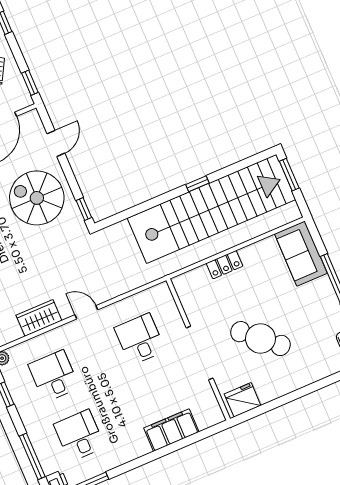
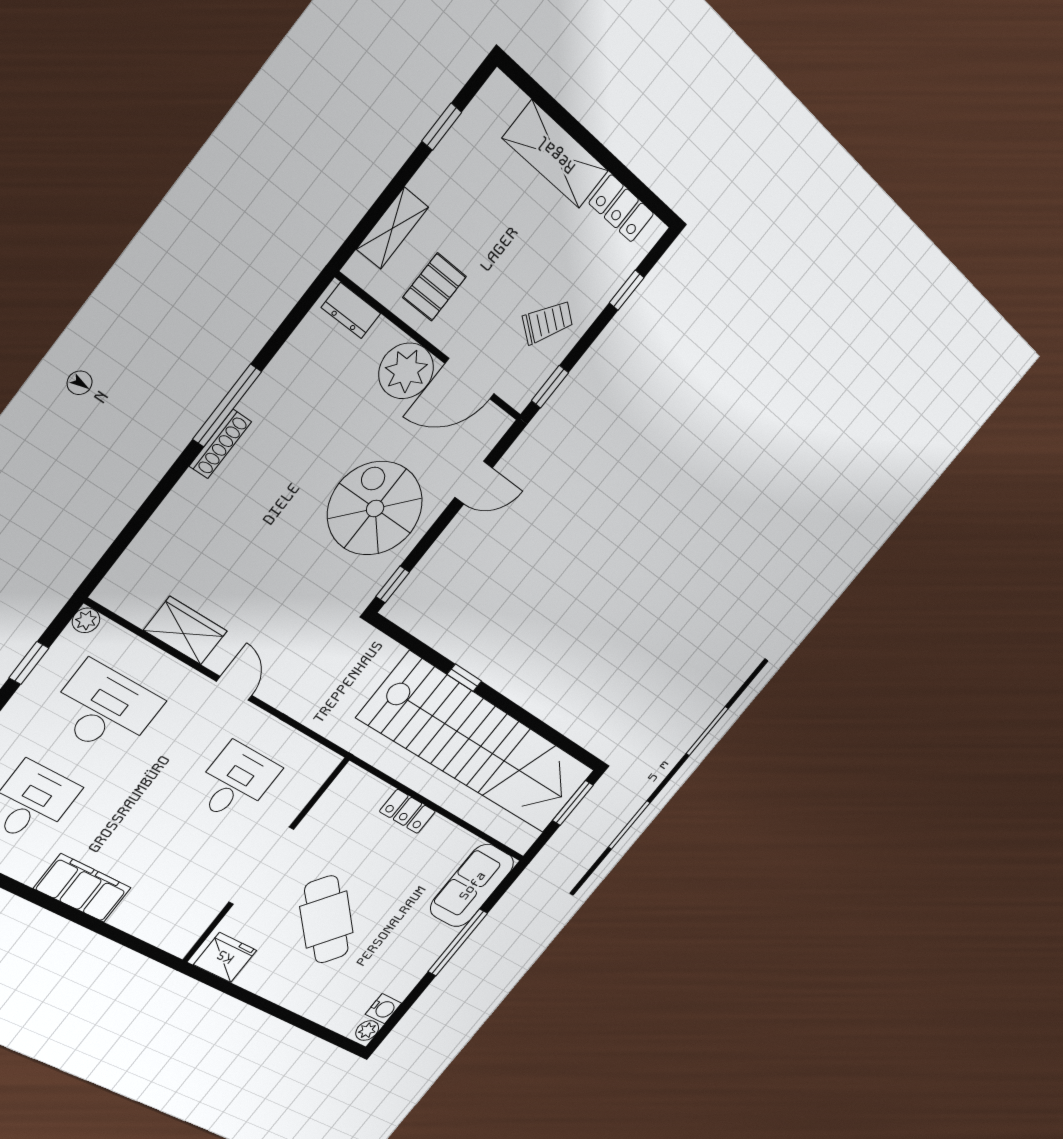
window: (197, 184) -> (464, 678), moved
desk: (54, 376) -> (104, 709), width x1.37
filing cabinet: (171, 430) -> (83, 888), moved

